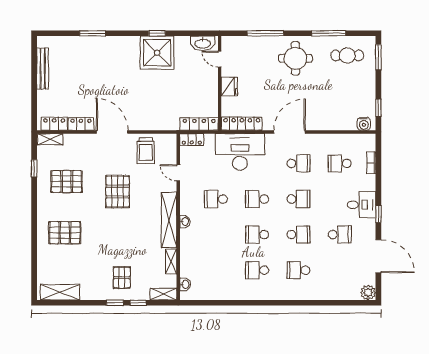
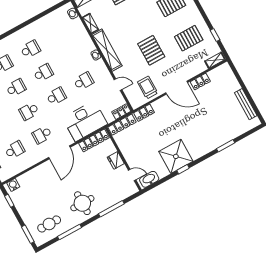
locker: (54, 124) -> (144, 113), moved
school desk: (298, 235) -> (16, 88), turned 180

